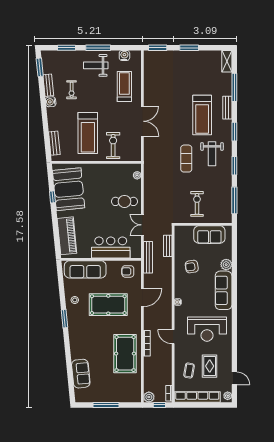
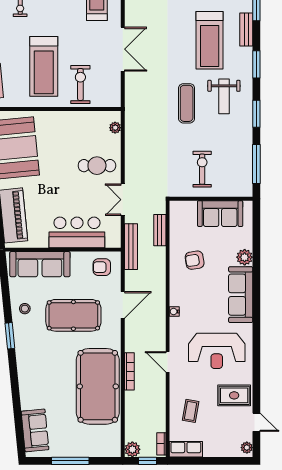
pool table: (125, 354) -> (98, 386), width x1.36, depth x1.32
rug: (210, 366) -> (234, 395), moved, turned 90
sofa: (81, 374) -> (35, 430), moved
row of seats: (197, 397) -> (186, 449), width x0.50

